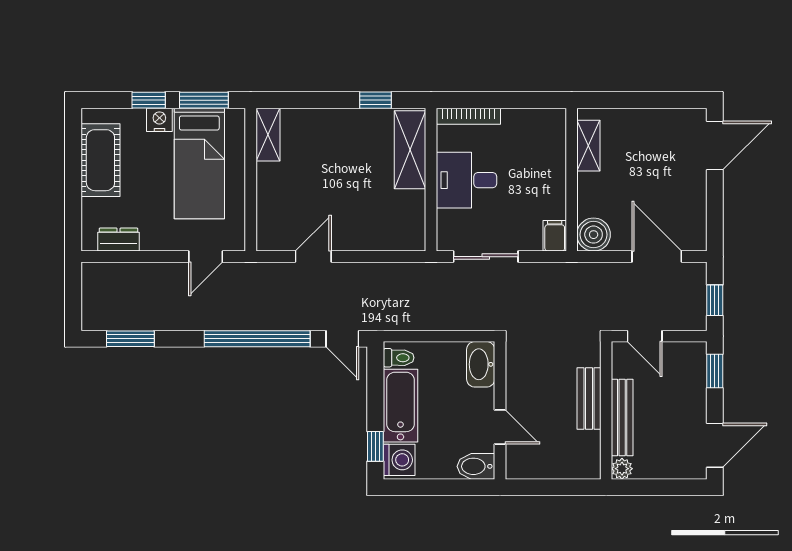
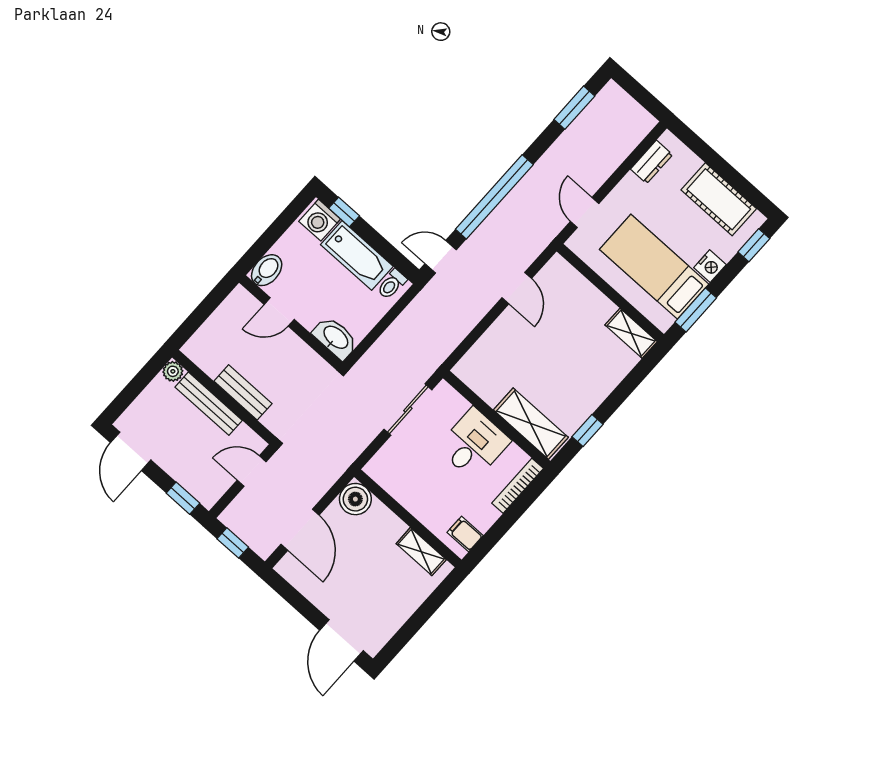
window: (149, 100) -> (754, 245), moved
filing cabinet: (555, 236) -> (465, 534), moved, turned 180
door: (657, 257) -> (300, 530), hinge flipped

